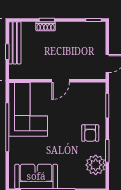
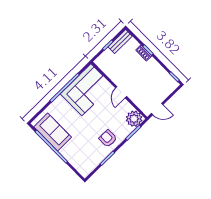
bench: (15, 43) -> (120, 41), width x0.73
door: (61, 81) -> (121, 92), hinge flipped
armchair: (90, 133) -> (108, 138), turned 90
plant: (96, 165) -> (134, 119), moved

